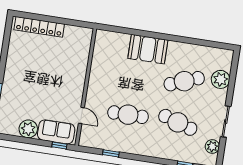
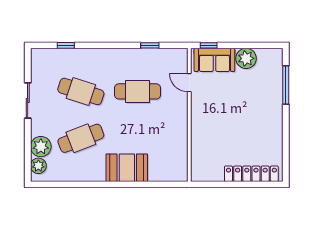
plant: (212, 147) -> (38, 166), moved

